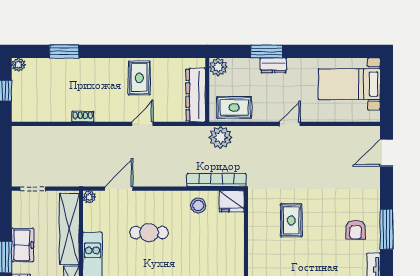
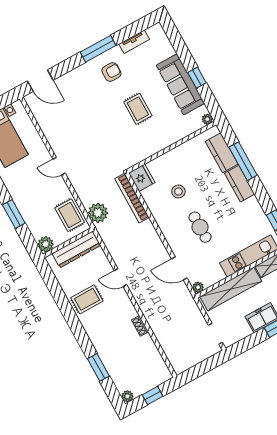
dresser: (273, 65) -> (21, 203), removed
stool: (198, 205) -> (178, 191), moved
rug: (291, 220) -> (138, 109), moved, turned 90

